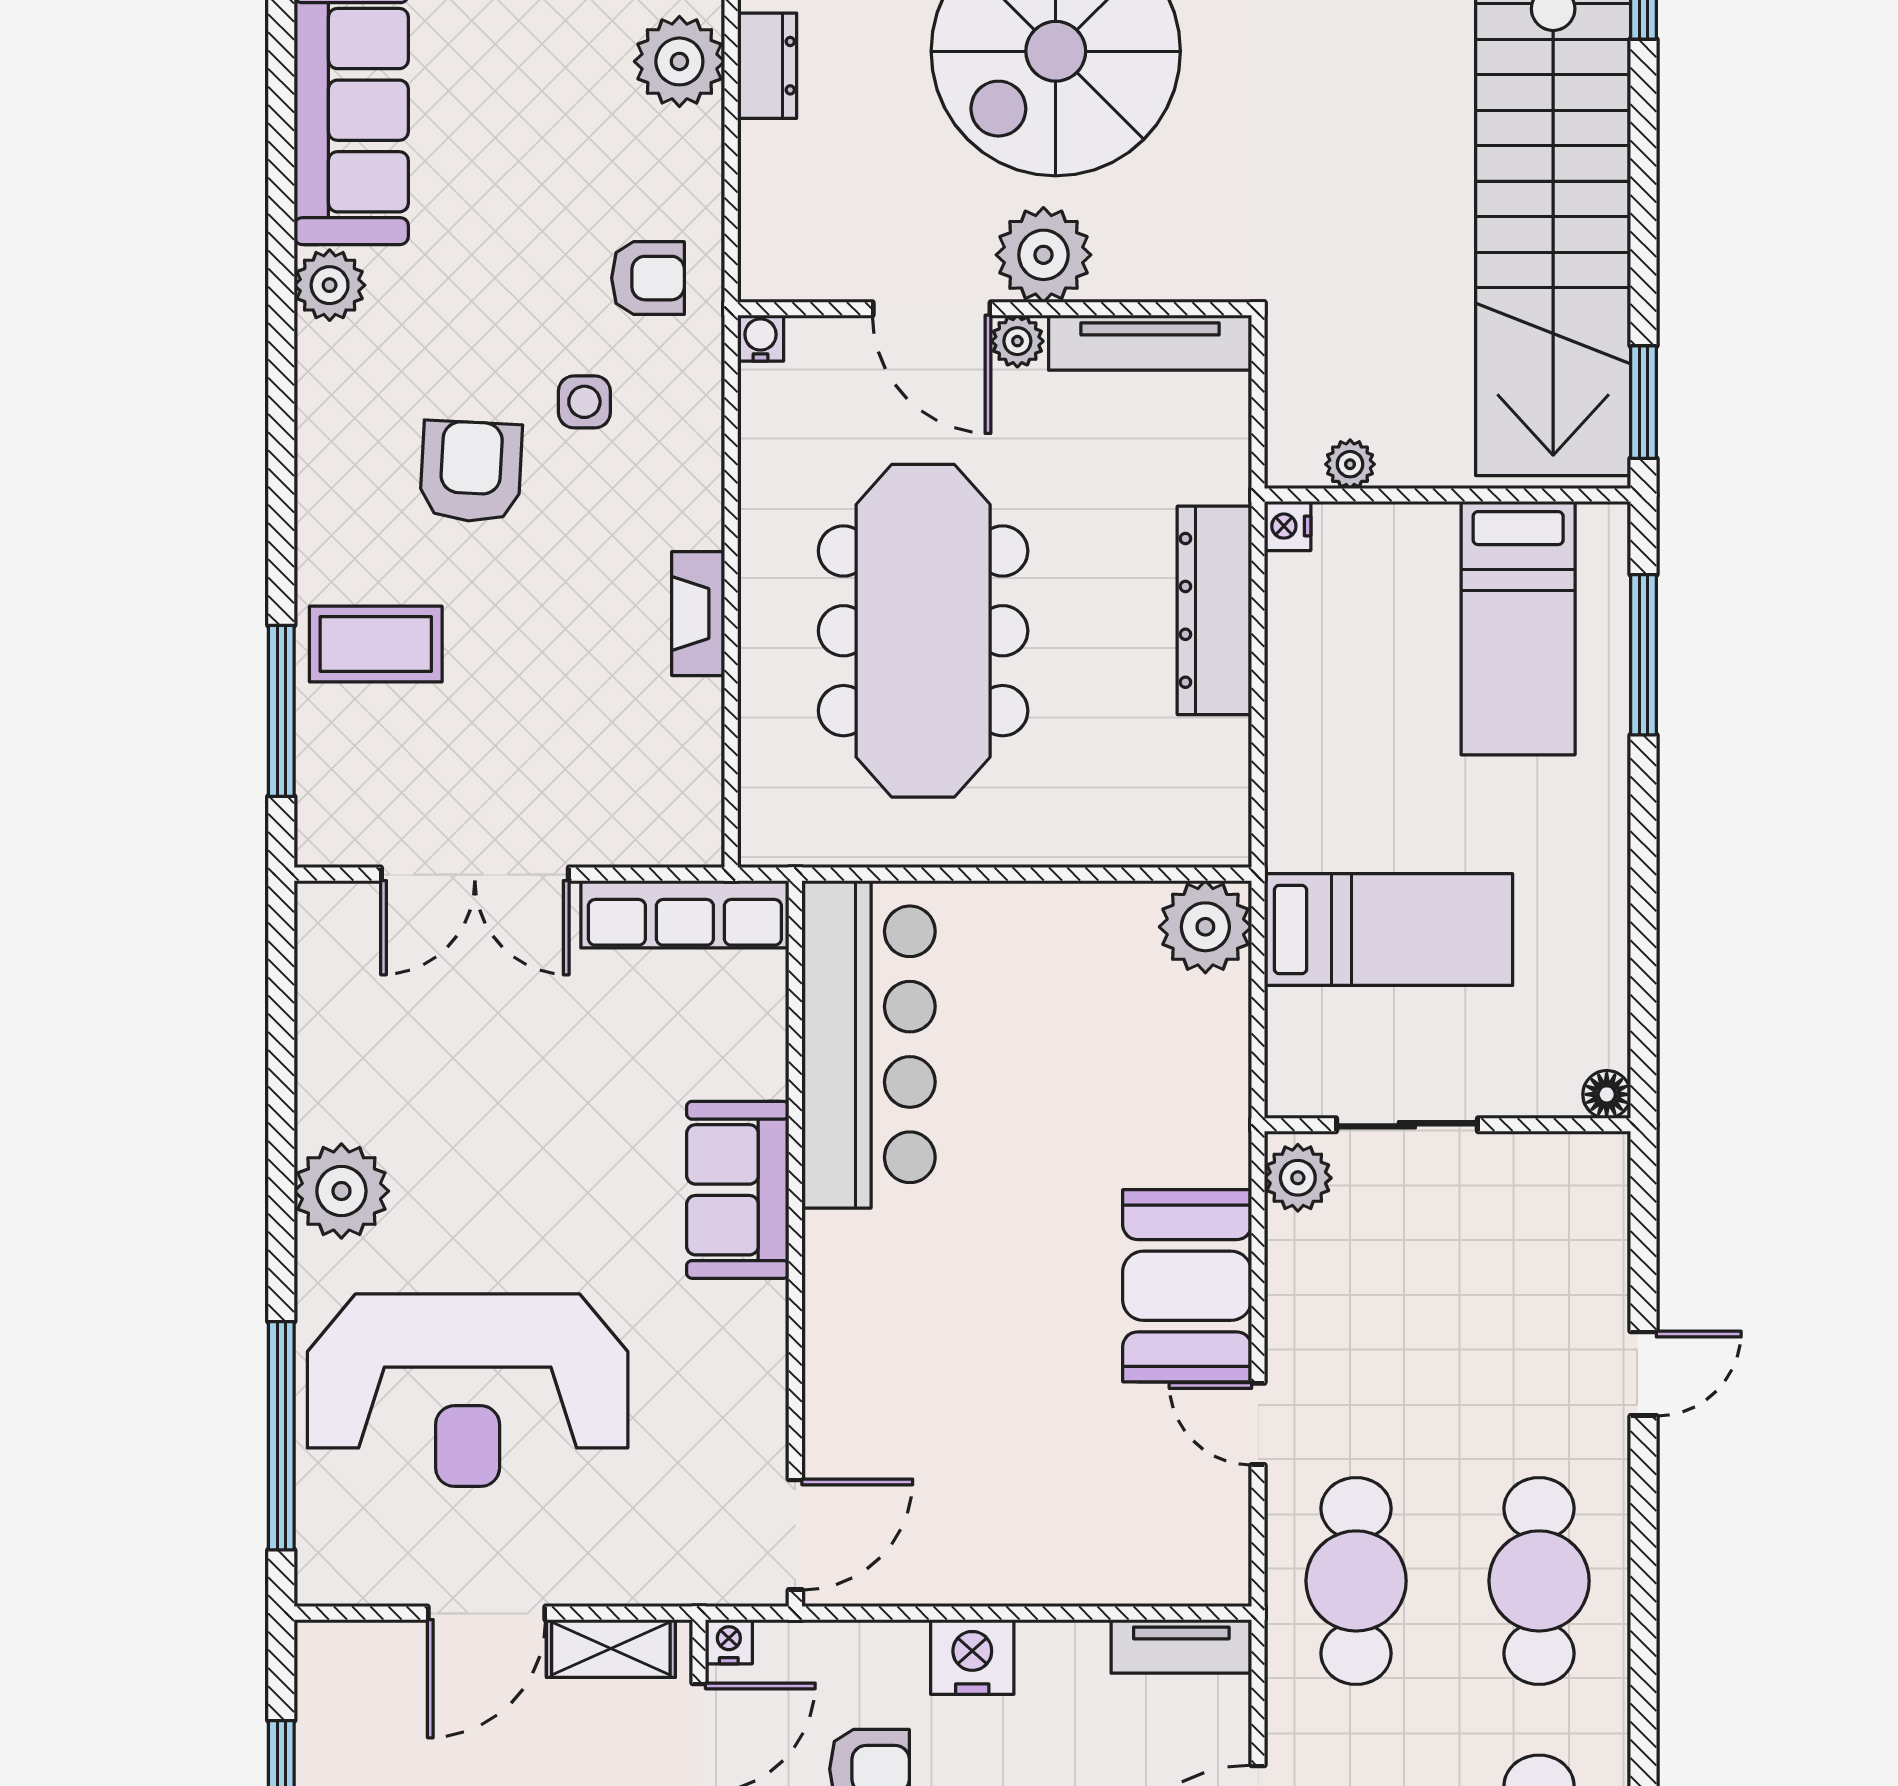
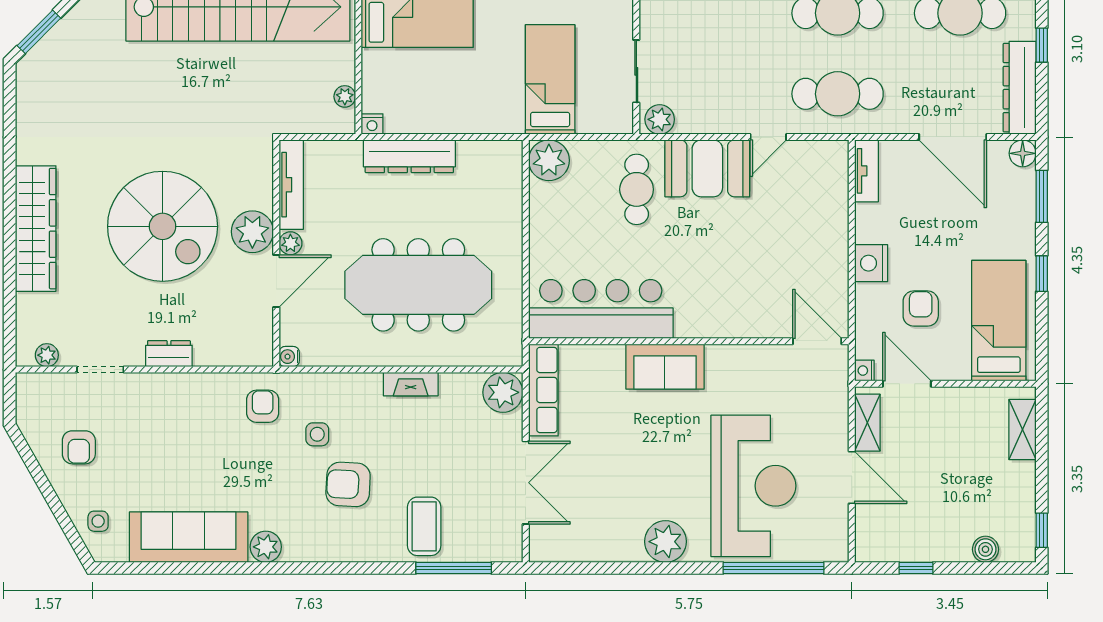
plant: (679, 61) -> (503, 392), moved
cafe table: (1139, 1125) -> (637, 189), added

